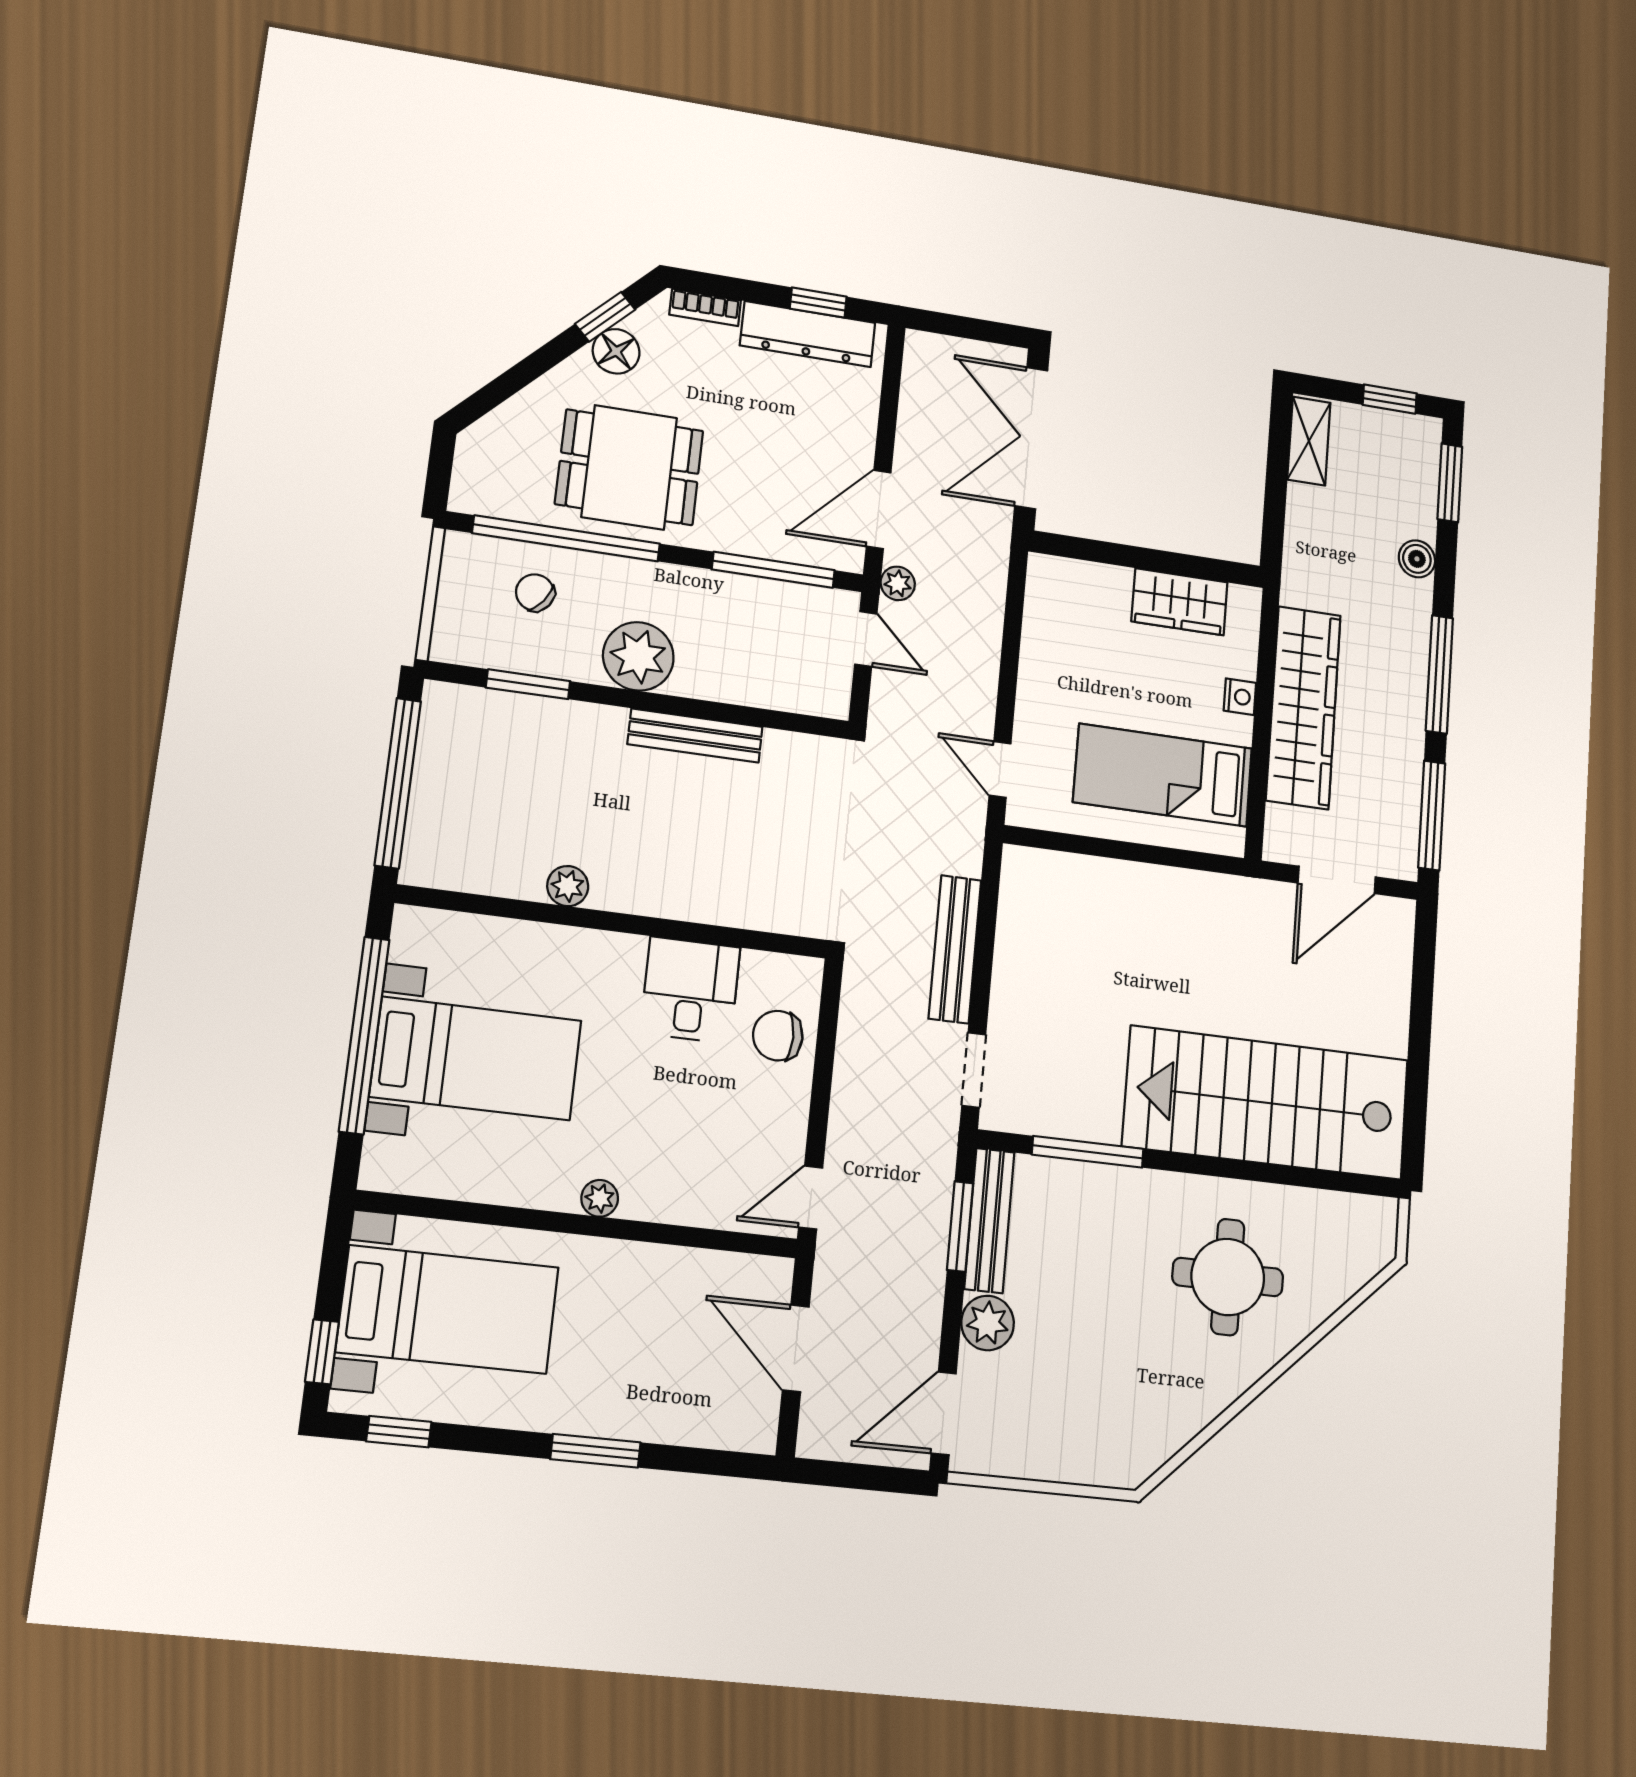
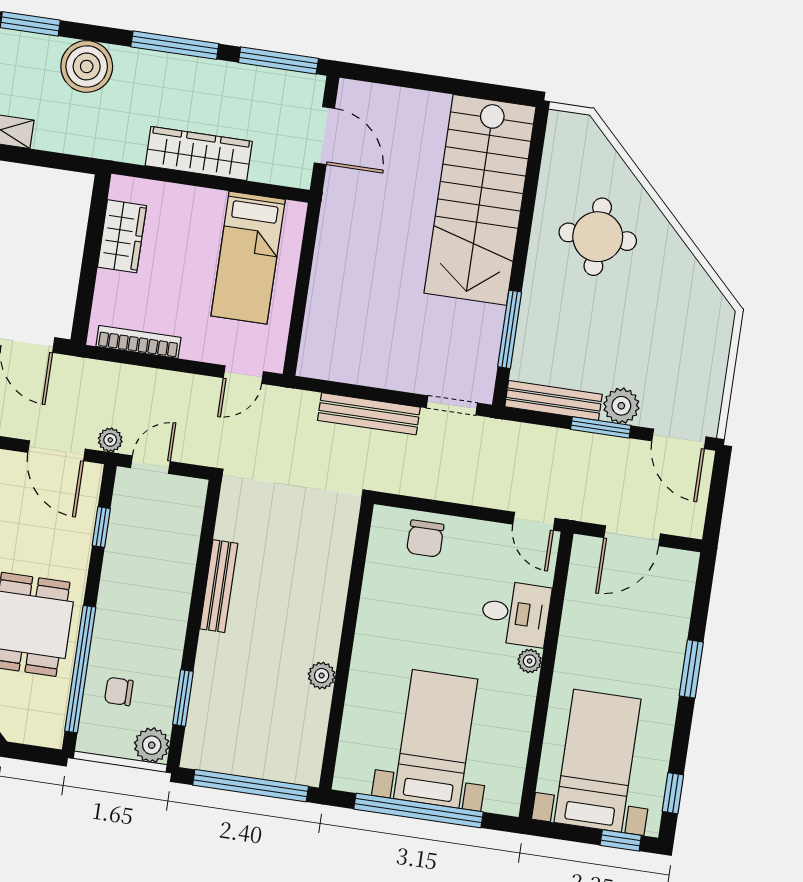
boiler: (1417, 559) -> (87, 66), width x1.86, depth x1.86
window: (773, 570) -> (101, 527), width x0.46
chair: (535, 593) -> (119, 691), turned 54
bookcase: (1037, 623) -> (138, 342), added
plant: (638, 656) -> (152, 745), moved, width x0.73, depth x0.73
nightstand: (1240, 697) -> (191, 197), removed
wardrobe: (1303, 707) -> (199, 154), width x0.71, depth x0.85
desk: (690, 990) -> (516, 613), moved, turned 180
window: (960, 1227) -> (601, 427), moved

